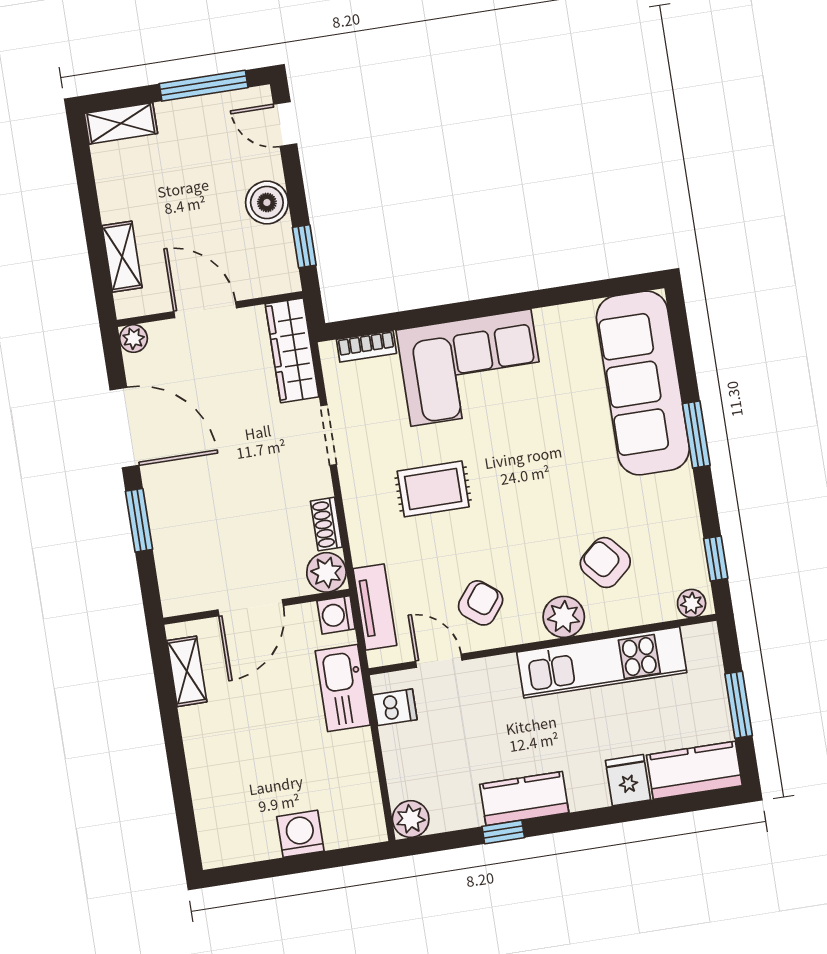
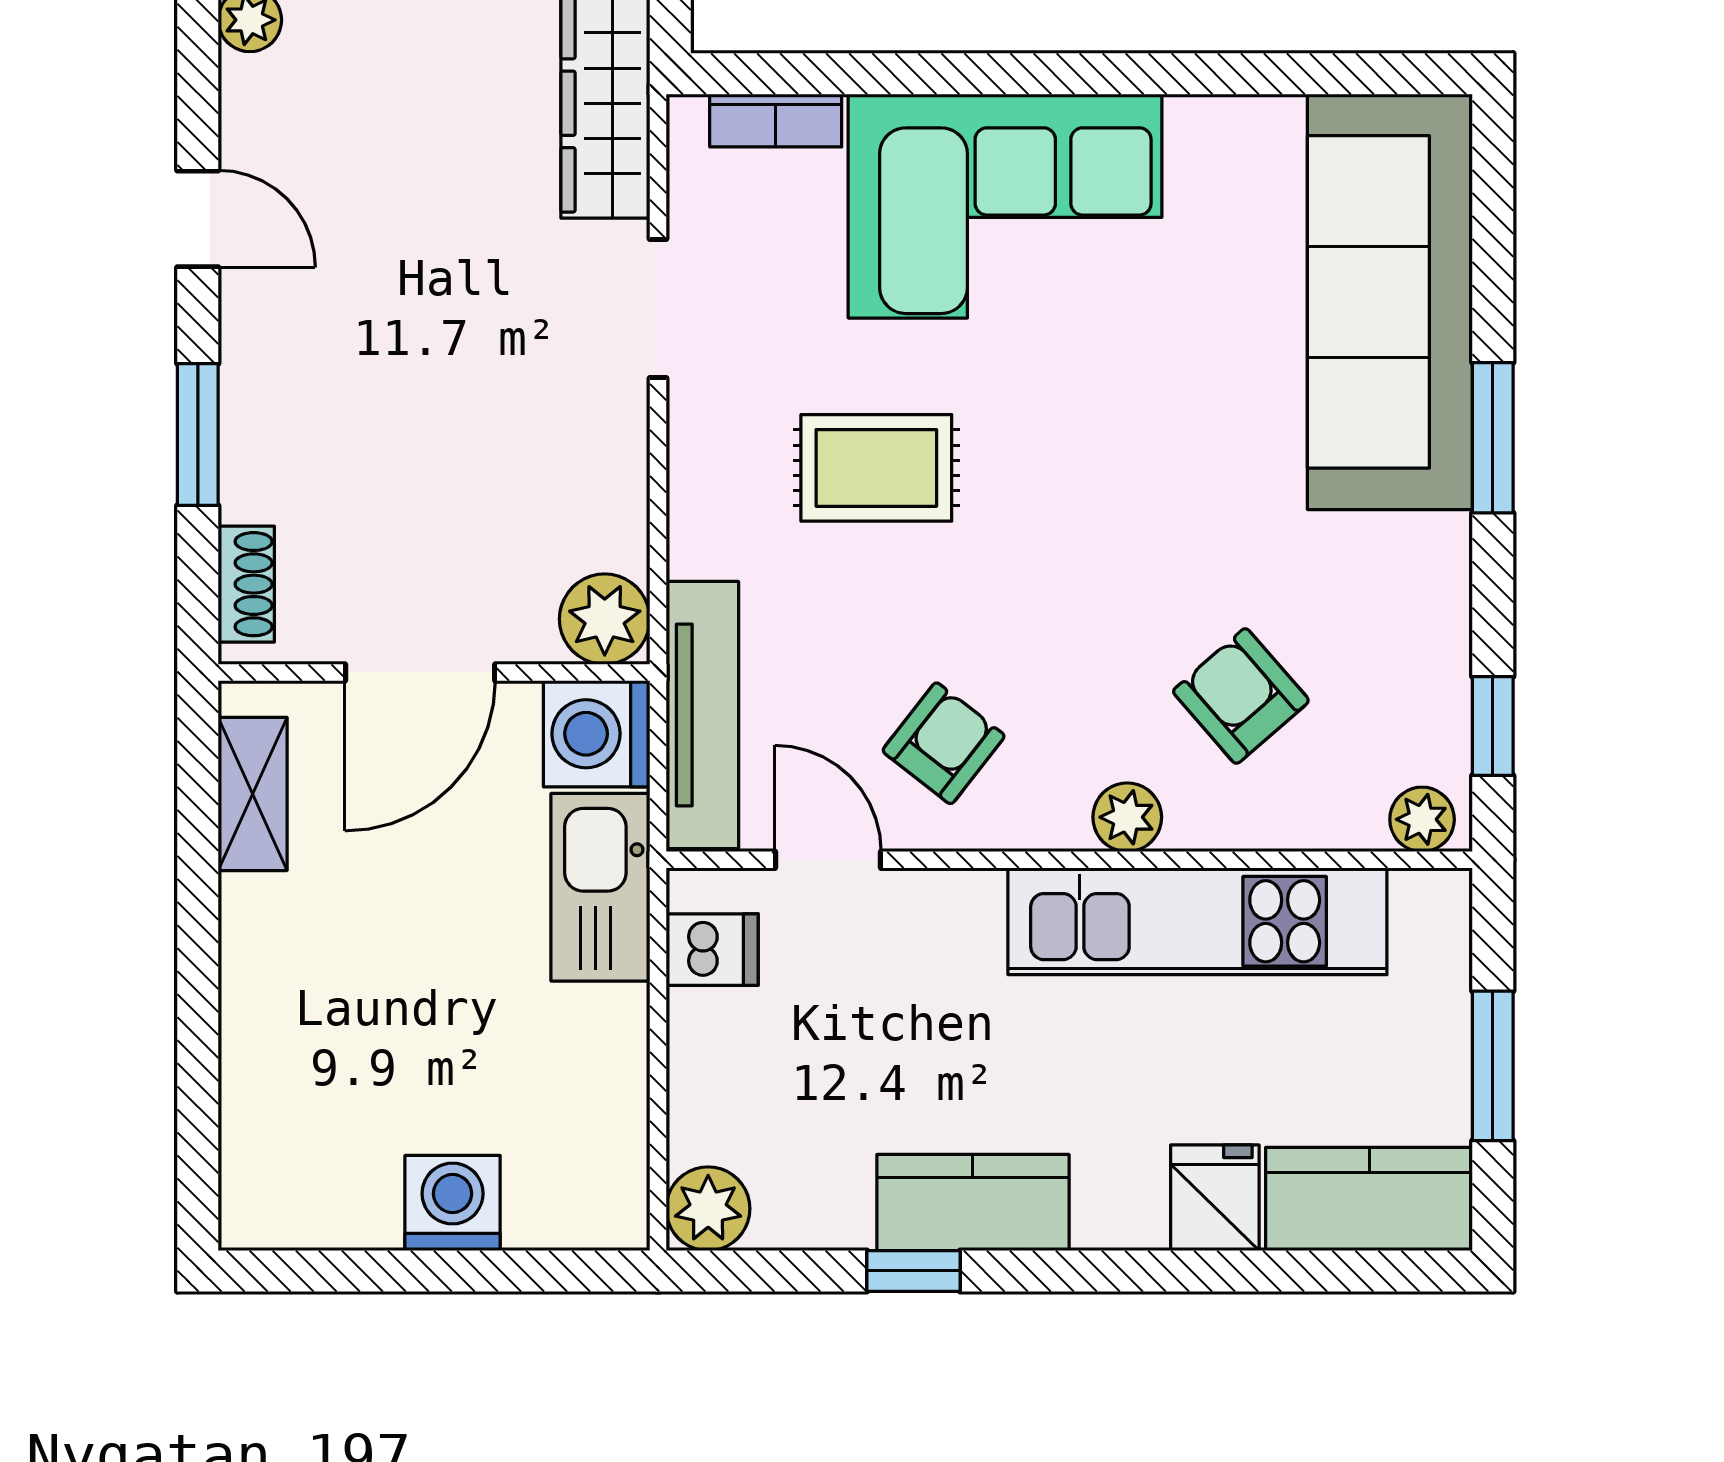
door: (124, 428) -> (198, 219), width x0.53
shoe rack: (326, 524) -> (246, 584), moved, turned 180
tv unit: (375, 607) -> (702, 715), width x1.41
washing machine: (336, 615) -> (597, 734), width x1.38, depth x1.38
plant: (564, 617) -> (1127, 817), width x0.73, depth x0.73

